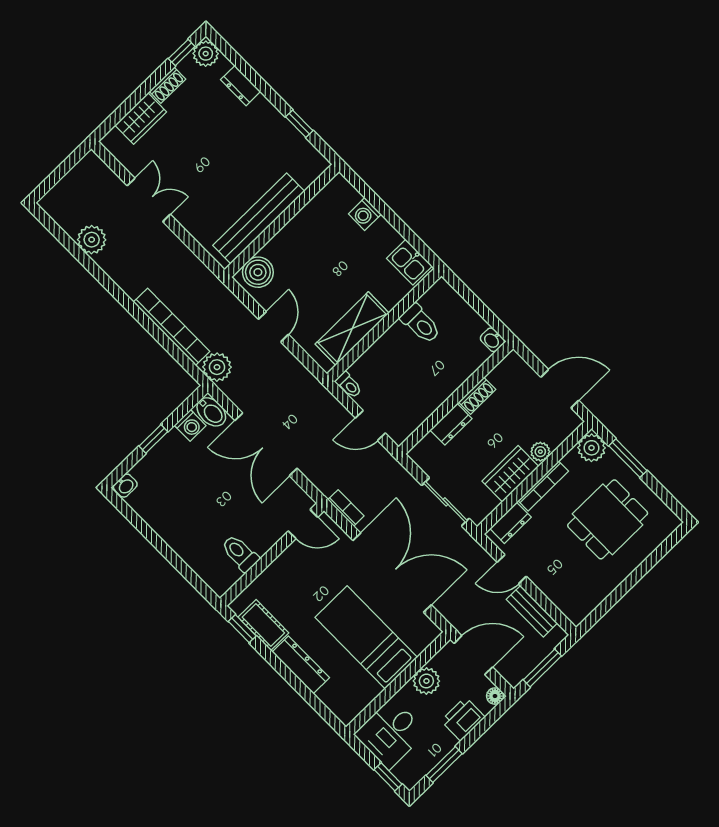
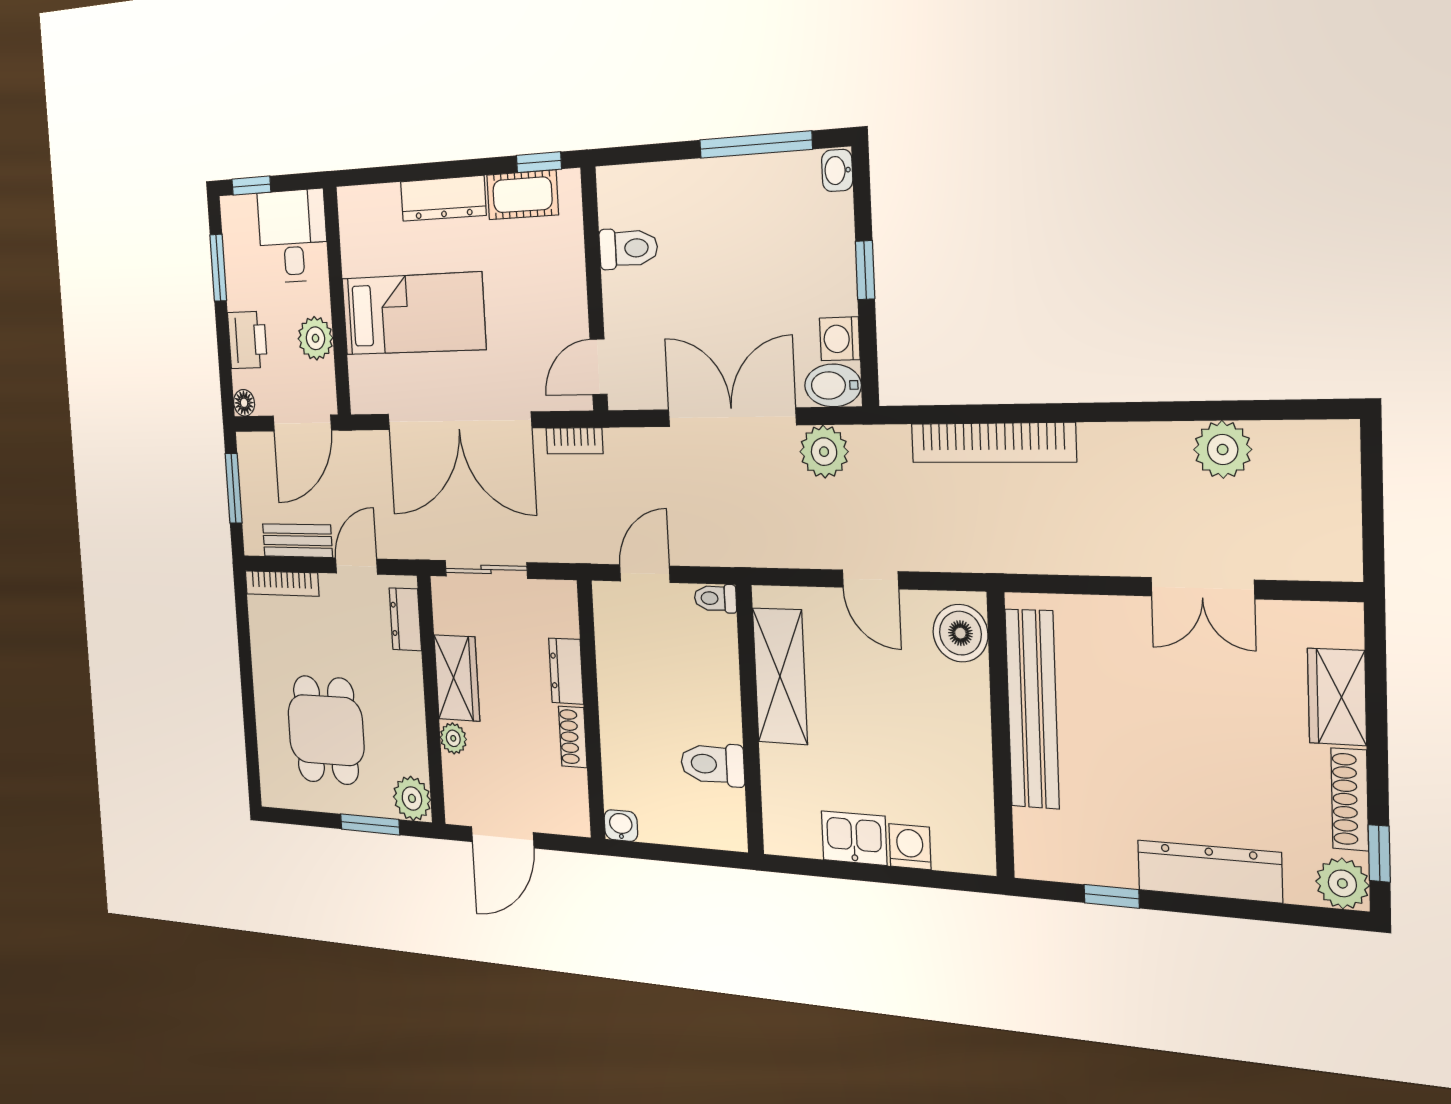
shoe rack: (167, 85) -> (1350, 799), width x1.43
dresser: (241, 86) -> (1209, 871), width x1.96, depth x1.24
kitchen sink: (409, 262) -> (854, 838), moved
plant: (217, 367) -> (824, 452), moved
bookcase: (543, 486) -> (282, 583), moved, turned -90
window: (146, 531) -> (755, 145), added

